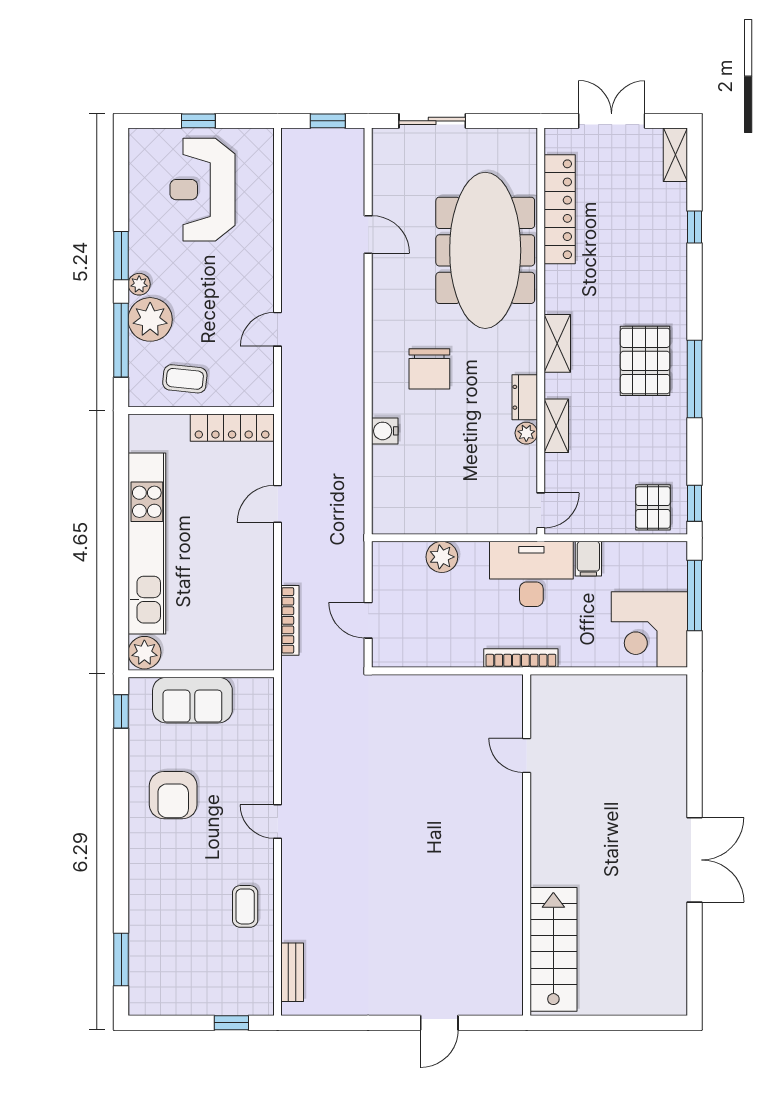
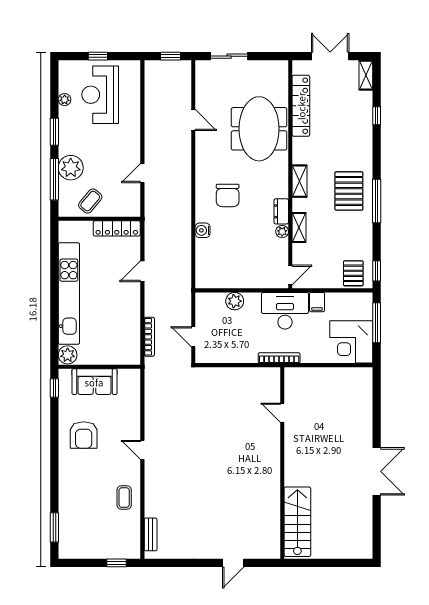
meeting table: (485, 250) -> (259, 129), width x0.73
plant: (139, 284) -> (65, 100), moved
coffee table: (185, 379) -> (90, 201), turned -56

